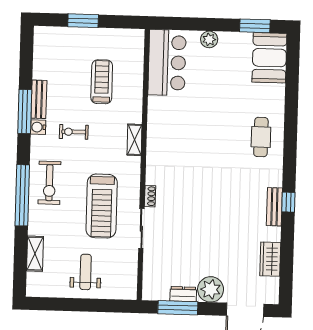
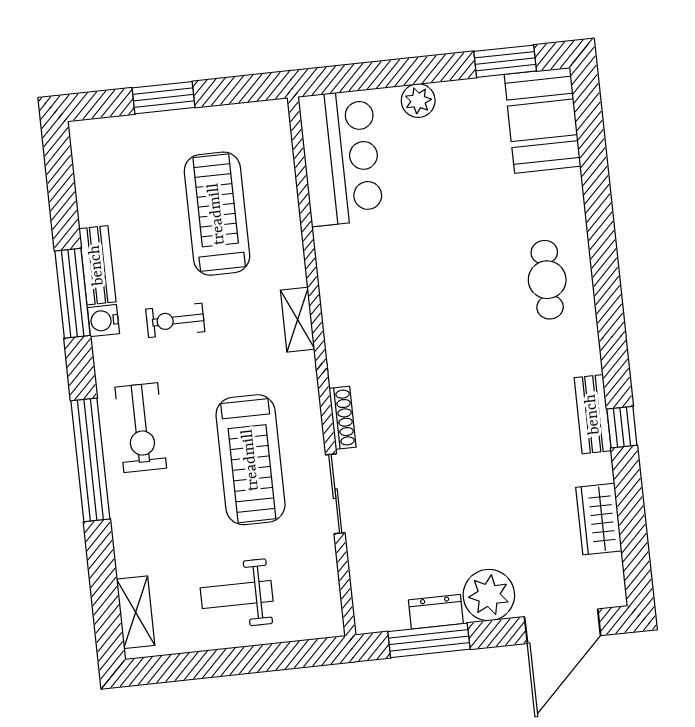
treadmill: (102, 82) -> (217, 214), width x1.37, depth x1.38
shoe rack: (150, 196) -> (343, 418), width x1.43
window: (288, 202) -> (622, 427), moved
shelving: (35, 254) -> (136, 612), moved
weight bench: (86, 272) -> (237, 595), turned -90

